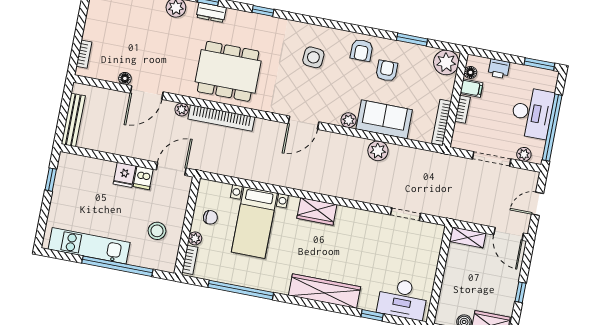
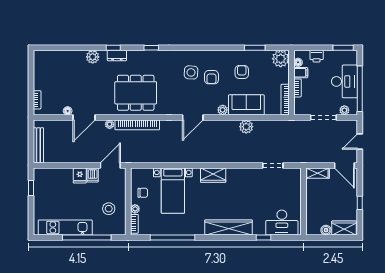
armchair: (362, 50) -> (211, 77), moved

